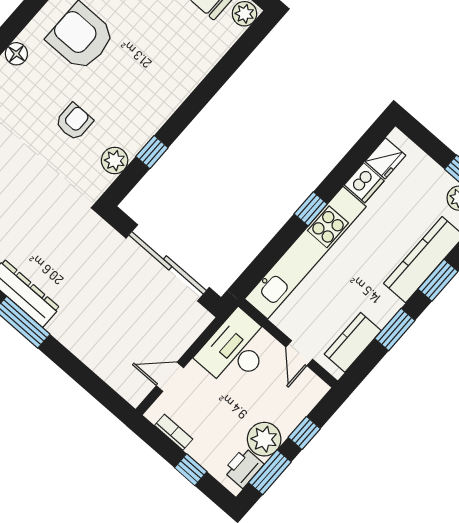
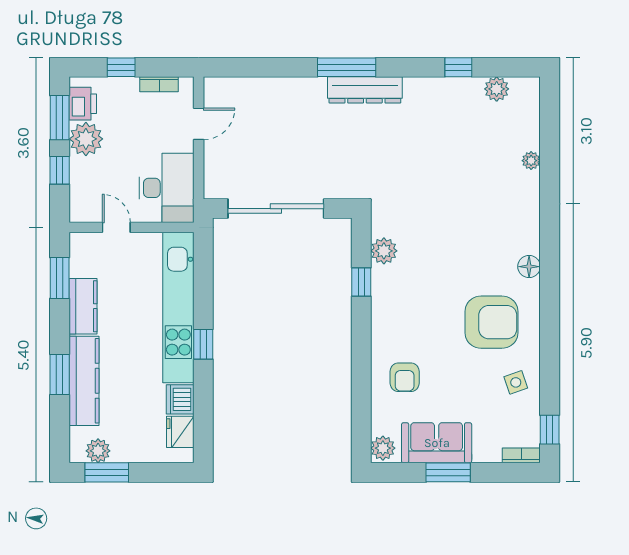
armchair: (74, 122) -> (405, 377), moved
window: (395, 329) -> (60, 278), moved
kitchen counter: (353, 342) -> (83, 306), moved

